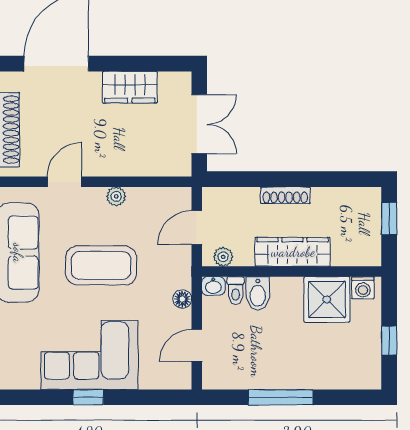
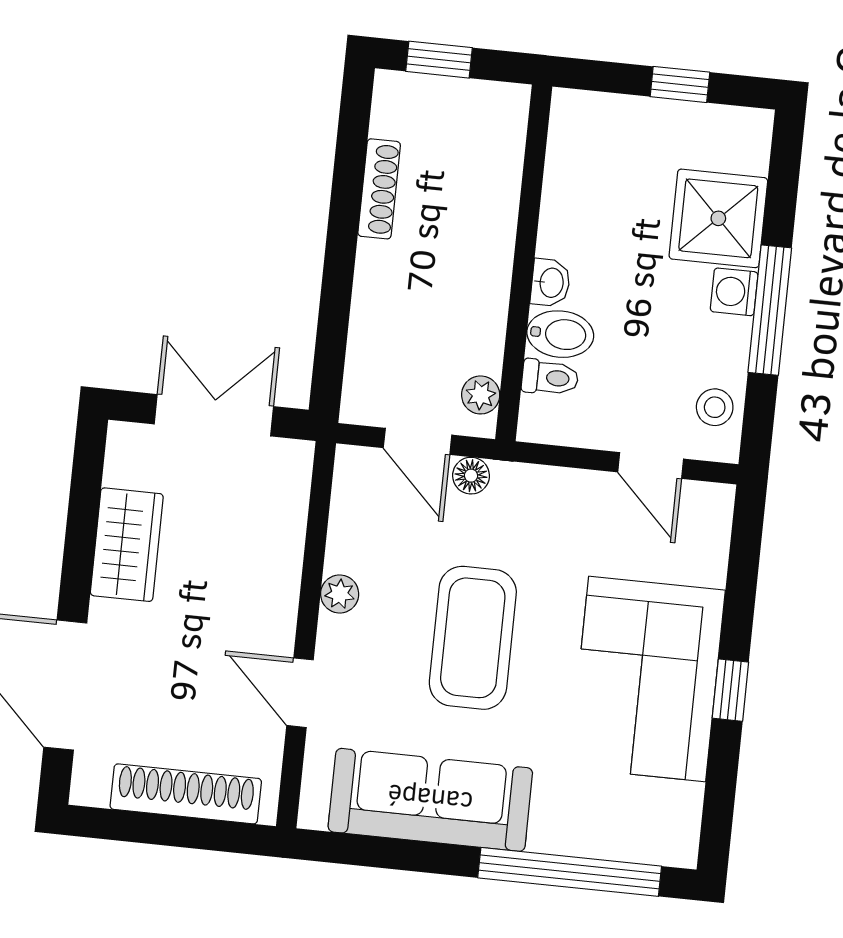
shoe rack: (285, 195) -> (379, 189), moved
wardrobe: (293, 252) -> (485, 257), removed
washbasin: (213, 286) -> (551, 283), moved
washing machine: (363, 288) -> (734, 292), moved, turned 180
floor lamp: (182, 299) -> (471, 476), moved
shower: (327, 299) -> (718, 218), moved
stool: (229, 375) -> (715, 407), added

